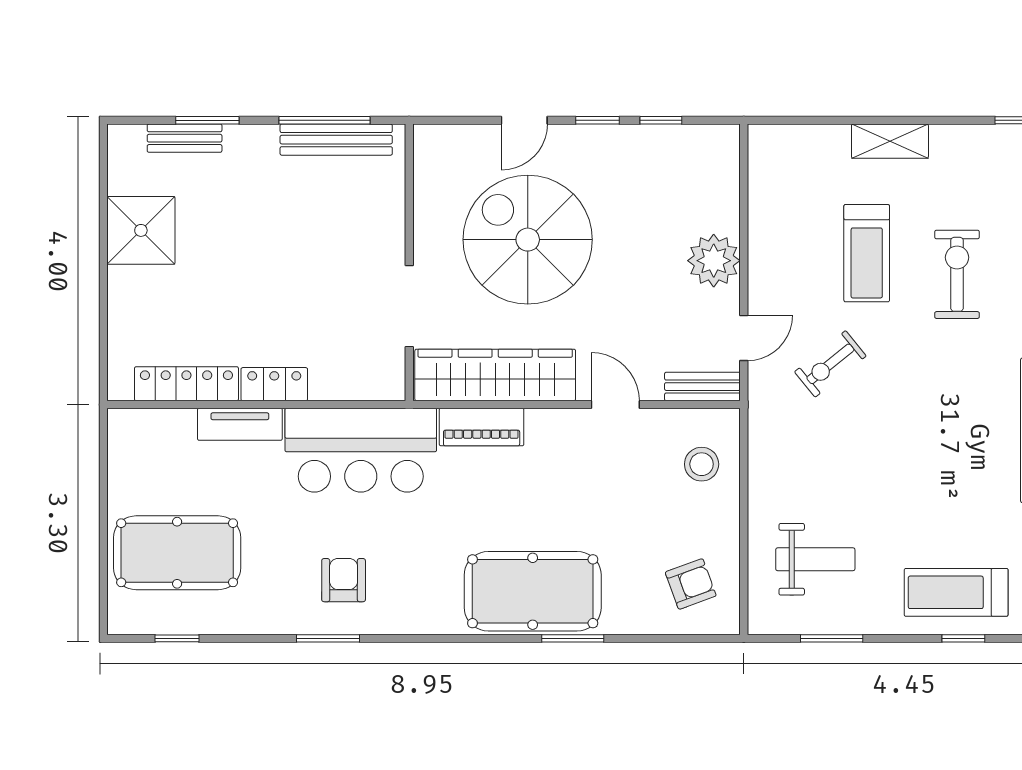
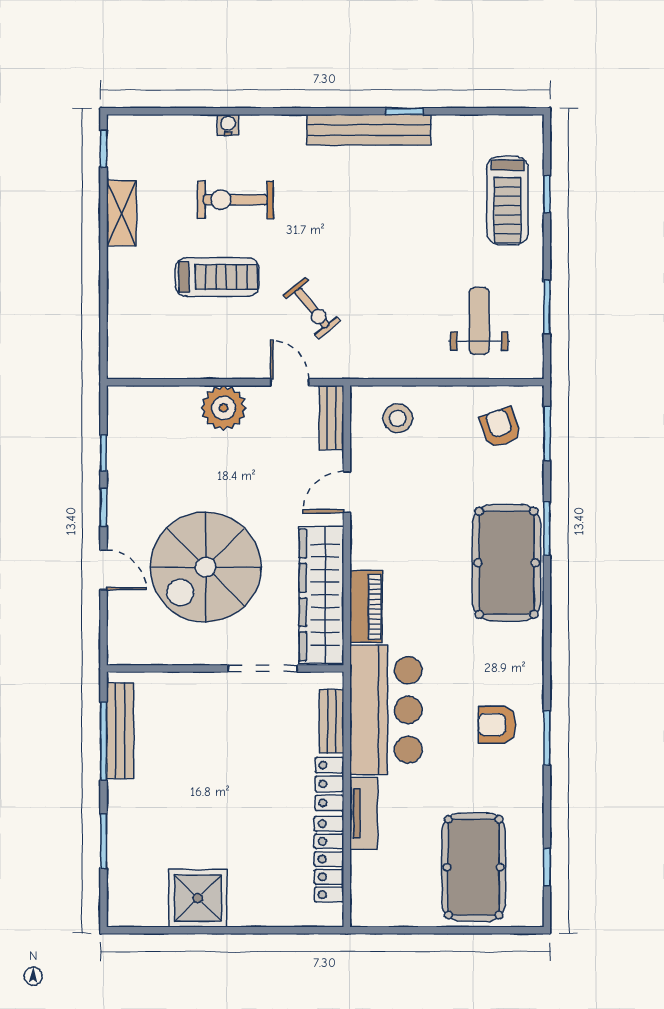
bench: (185, 138) -> (332, 721), moved
shelving: (890, 141) -> (121, 213), moved
window: (684, 638) -> (547, 434), added

